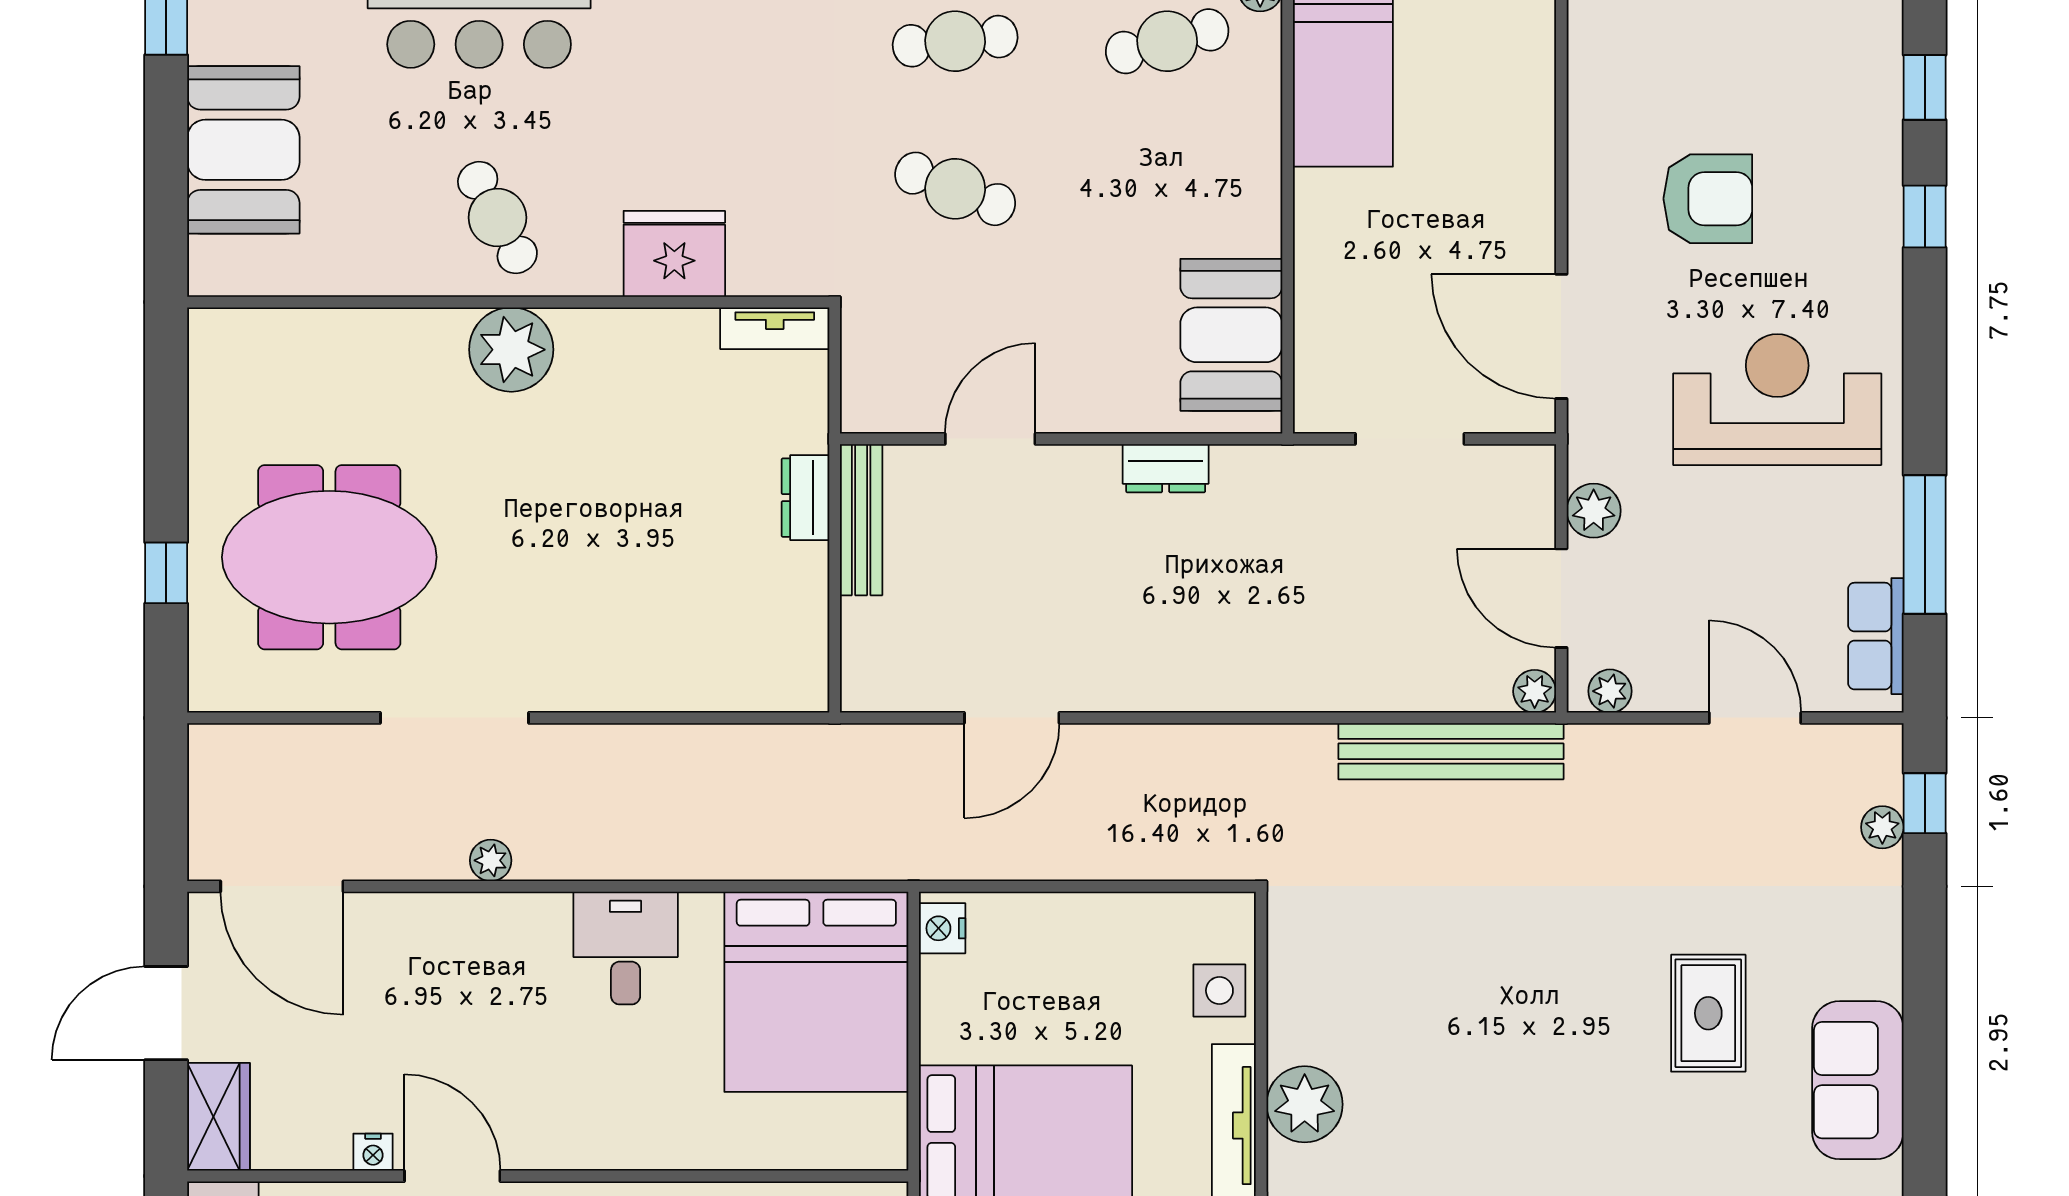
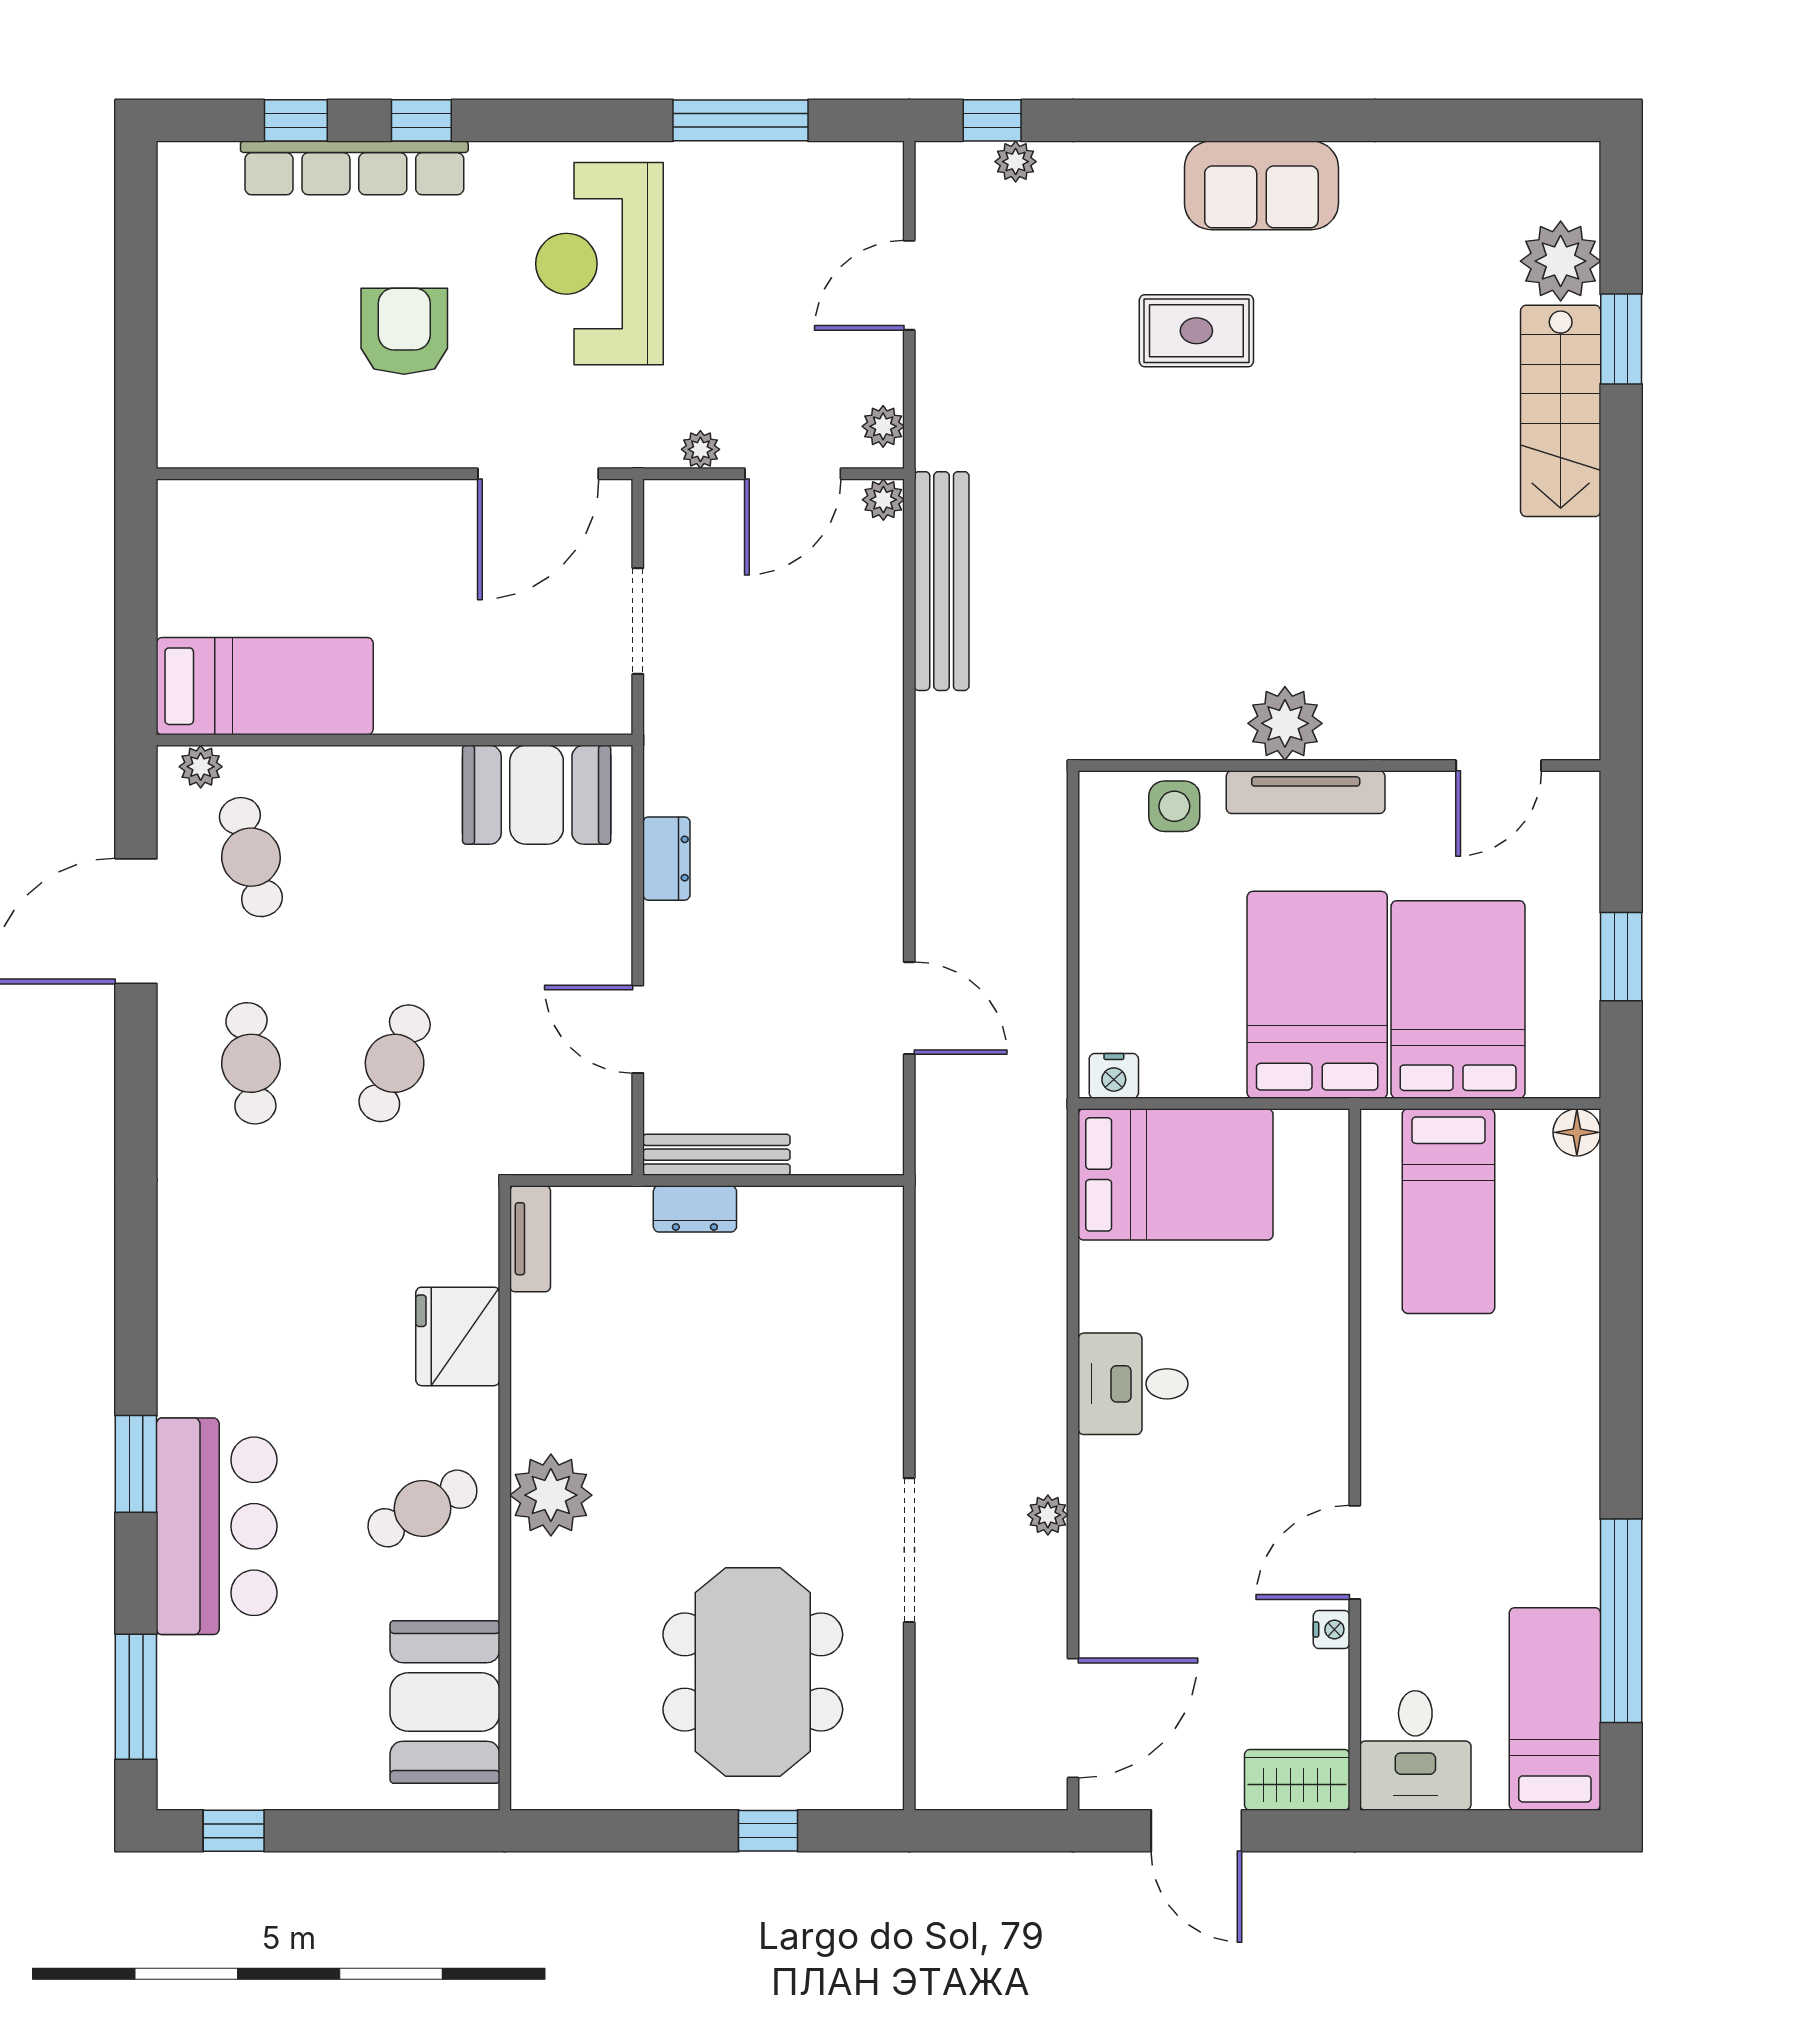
booth: (243, 150) -> (445, 1702), moved, turned 90
plant: (1594, 511) -> (700, 449), width x0.73, depth x0.73
row of seats: (1876, 636) -> (354, 168), moved, width x2.02
bed: (816, 992) -> (1176, 1174), width x0.73

